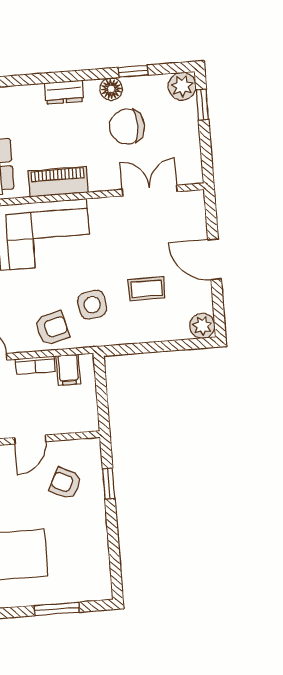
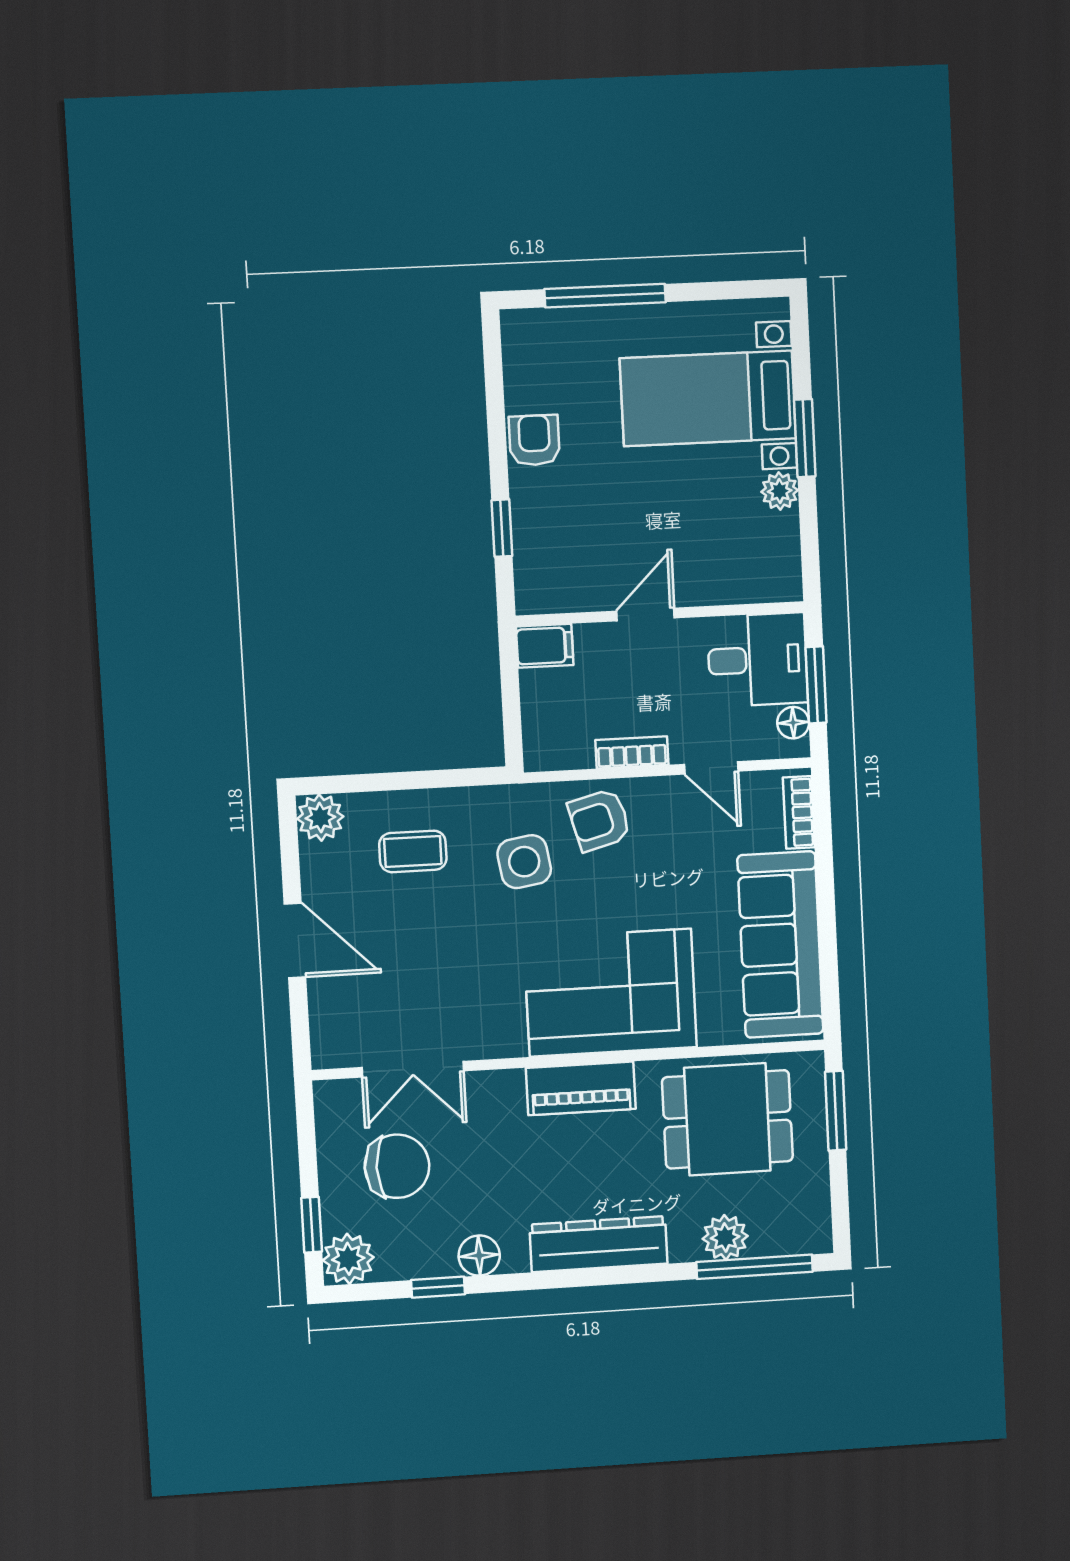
dresser: (64, 92) -> (599, 1244), width x1.96, depth x1.24
chair: (127, 127) -> (397, 1166), moved
coffee table: (147, 289) -> (413, 851), moved
filing cabinet: (68, 370) -> (545, 646), moved, turned 90
armchair: (65, 483) -> (534, 440), moved, turned -116
window: (57, 609) -> (605, 296), width x1.44

